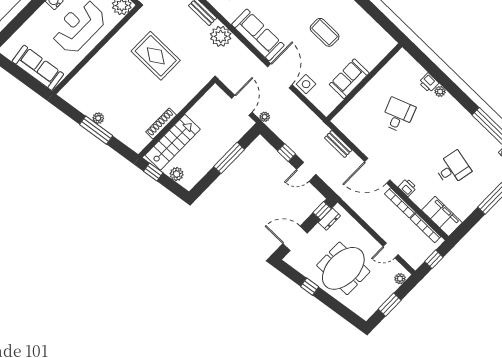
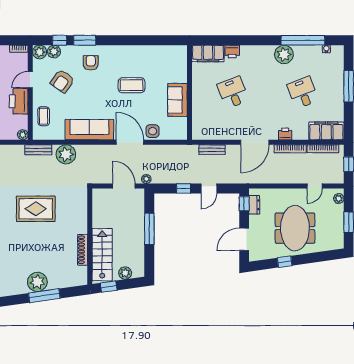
filing cabinet: (408, 66) -> (208, 53), added
plant: (440, 91) -> (284, 54), moved, width x1.87, depth x1.87
plant: (98, 118) -> (37, 282), width x1.87, depth x1.87
desk: (453, 168) -> (303, 92), turned -33

